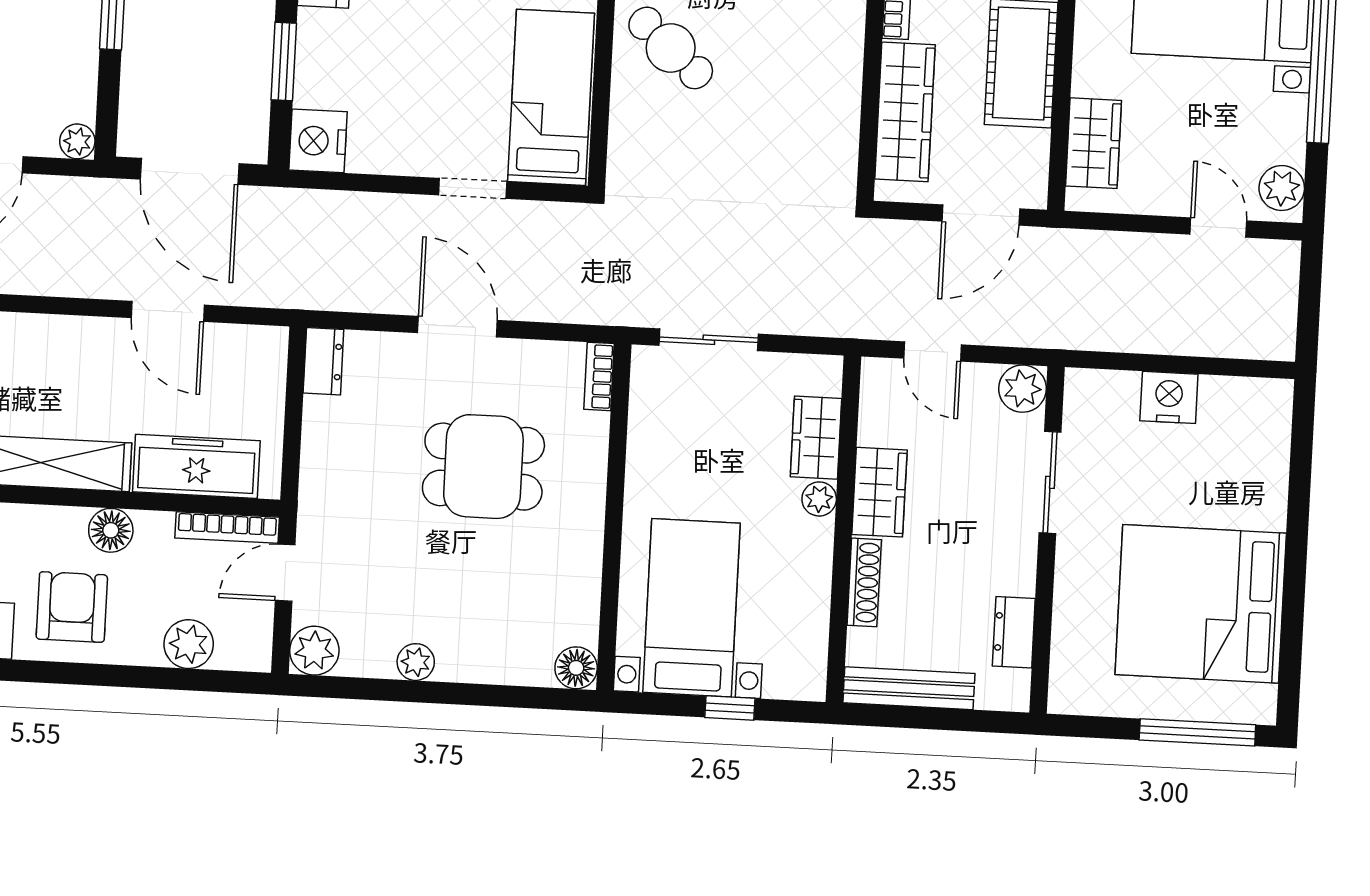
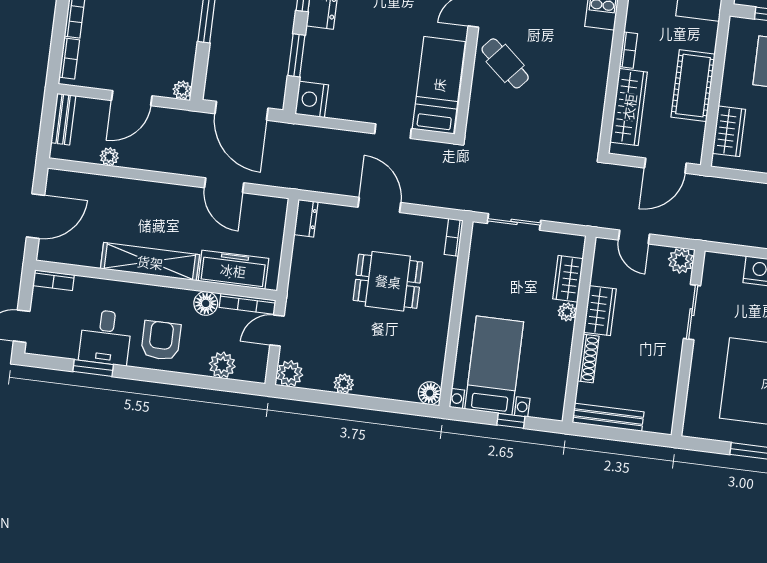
floor lamp: (111, 530) -> (206, 303), moved
dresser: (1014, 632) -> (667, 391), removed

